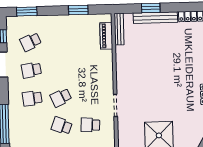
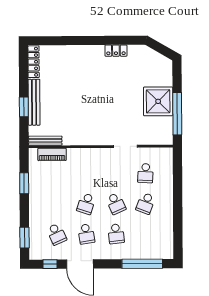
school desk: (60, 69) -> (86, 204), added

